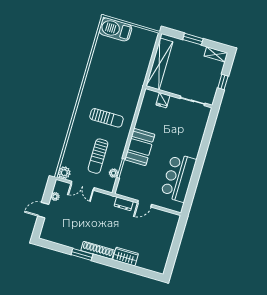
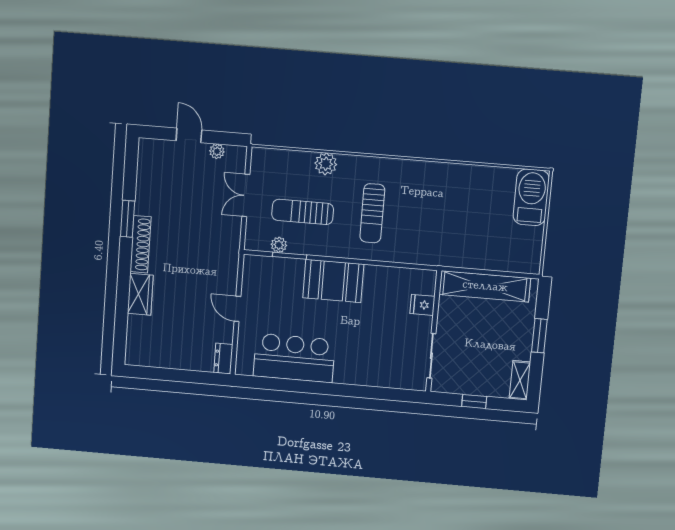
plant: (64, 173) -> (326, 164), moved
dresser: (124, 204) -> (223, 359), moved

